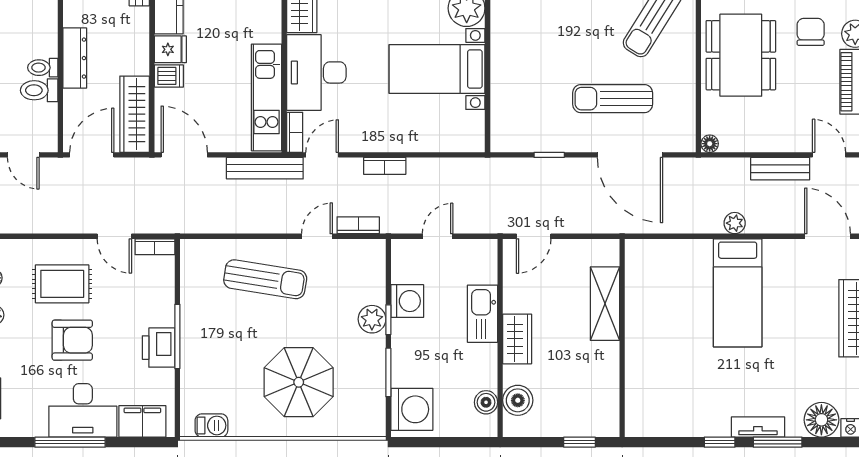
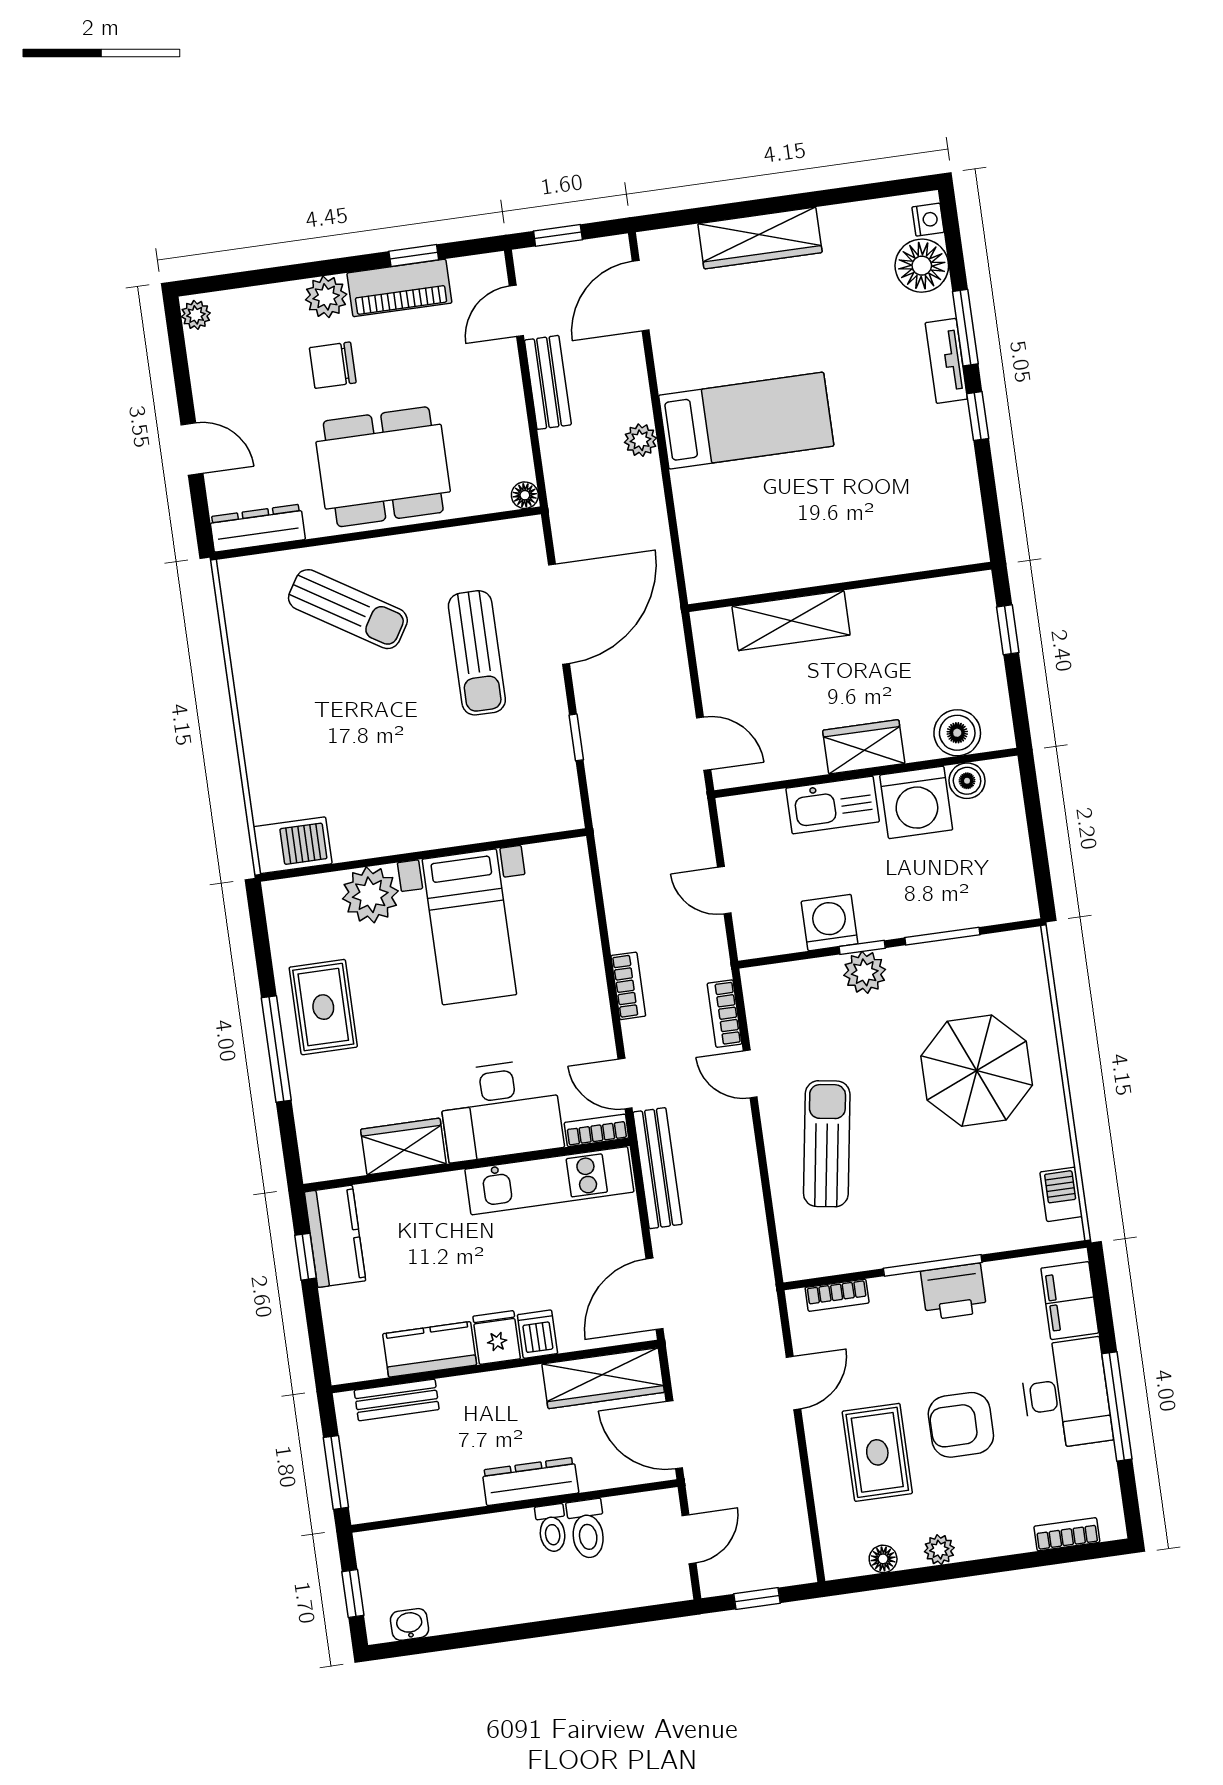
bookcase: (155, 247) -> (837, 1295), moved, turned 90
armchair: (72, 340) -> (961, 1425), turned -90
washing machine: (412, 409) -> (916, 802), moved, turned 180

